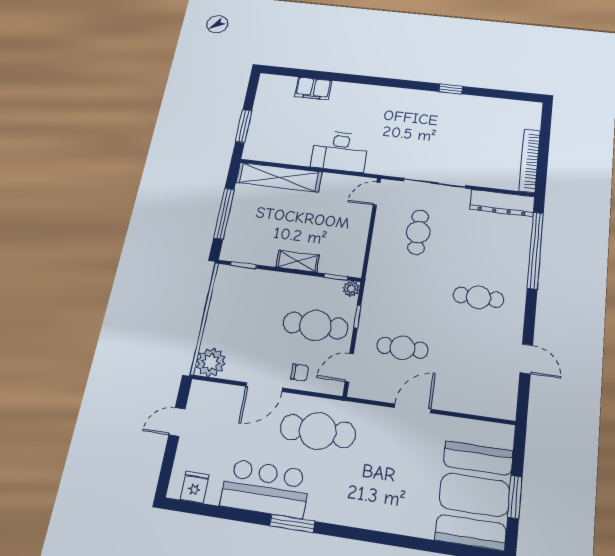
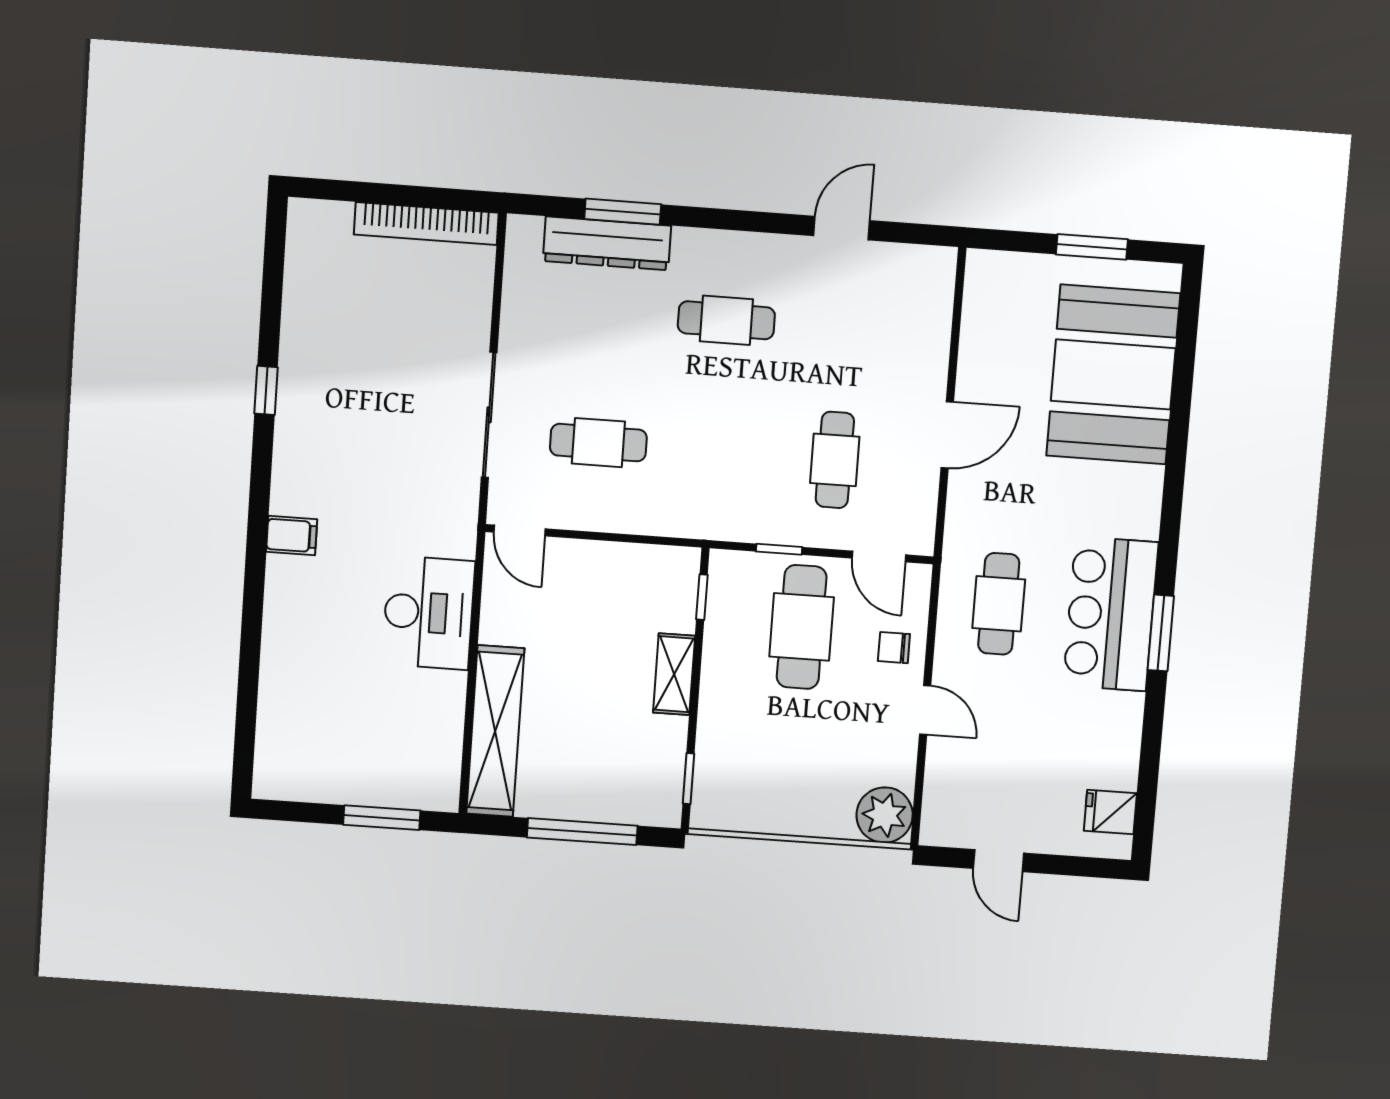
filing cabinet: (313, 89) -> (292, 536), moved, width x0.50
dresser: (502, 203) -> (607, 243), moved, turned 90
window: (535, 250) -> (623, 212), width x0.47
plant: (351, 289) -> (724, 565), removed
cafe table: (478, 297) -> (726, 320), turned 90
chair: (300, 373) -> (894, 648), turned -90
door: (264, 387) -> (925, 710), width x0.73
door: (413, 408) -> (947, 435), swing flipped
cafe table: (318, 431) -> (999, 604), width x0.73, depth x0.74
bar counter: (265, 488) -> (1111, 614), moved
booth: (474, 495) -> (1113, 375), moved, turned 90

